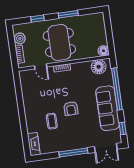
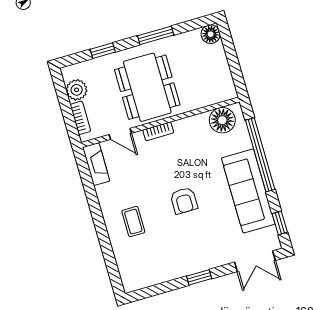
floor lamp: (103, 51) -> (211, 34), moved
coffee table: (52, 121) -> (133, 222), moved
fireplace: (34, 144) -> (96, 164), moved
window: (73, 153) -> (199, 277), width x0.46

